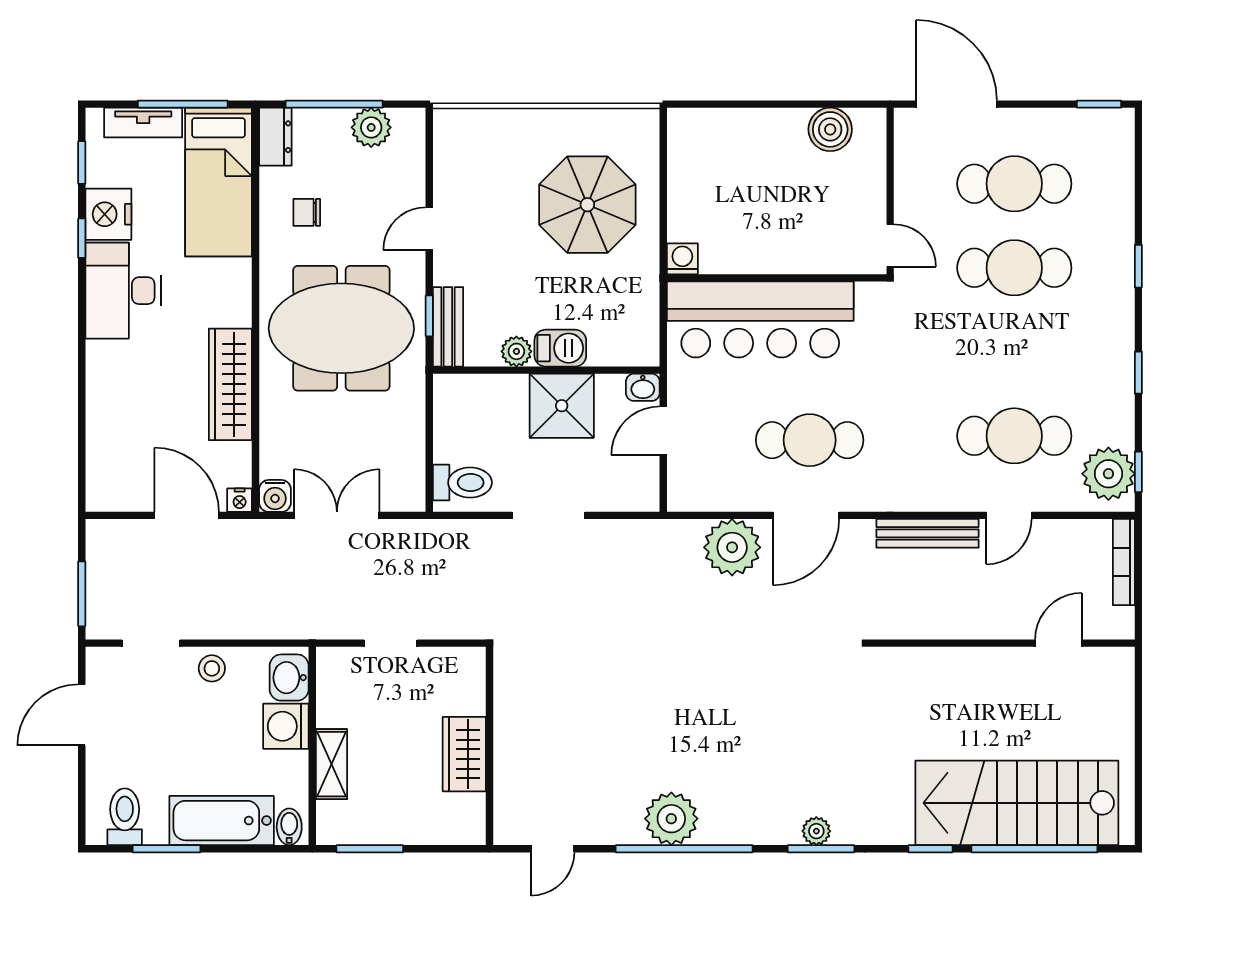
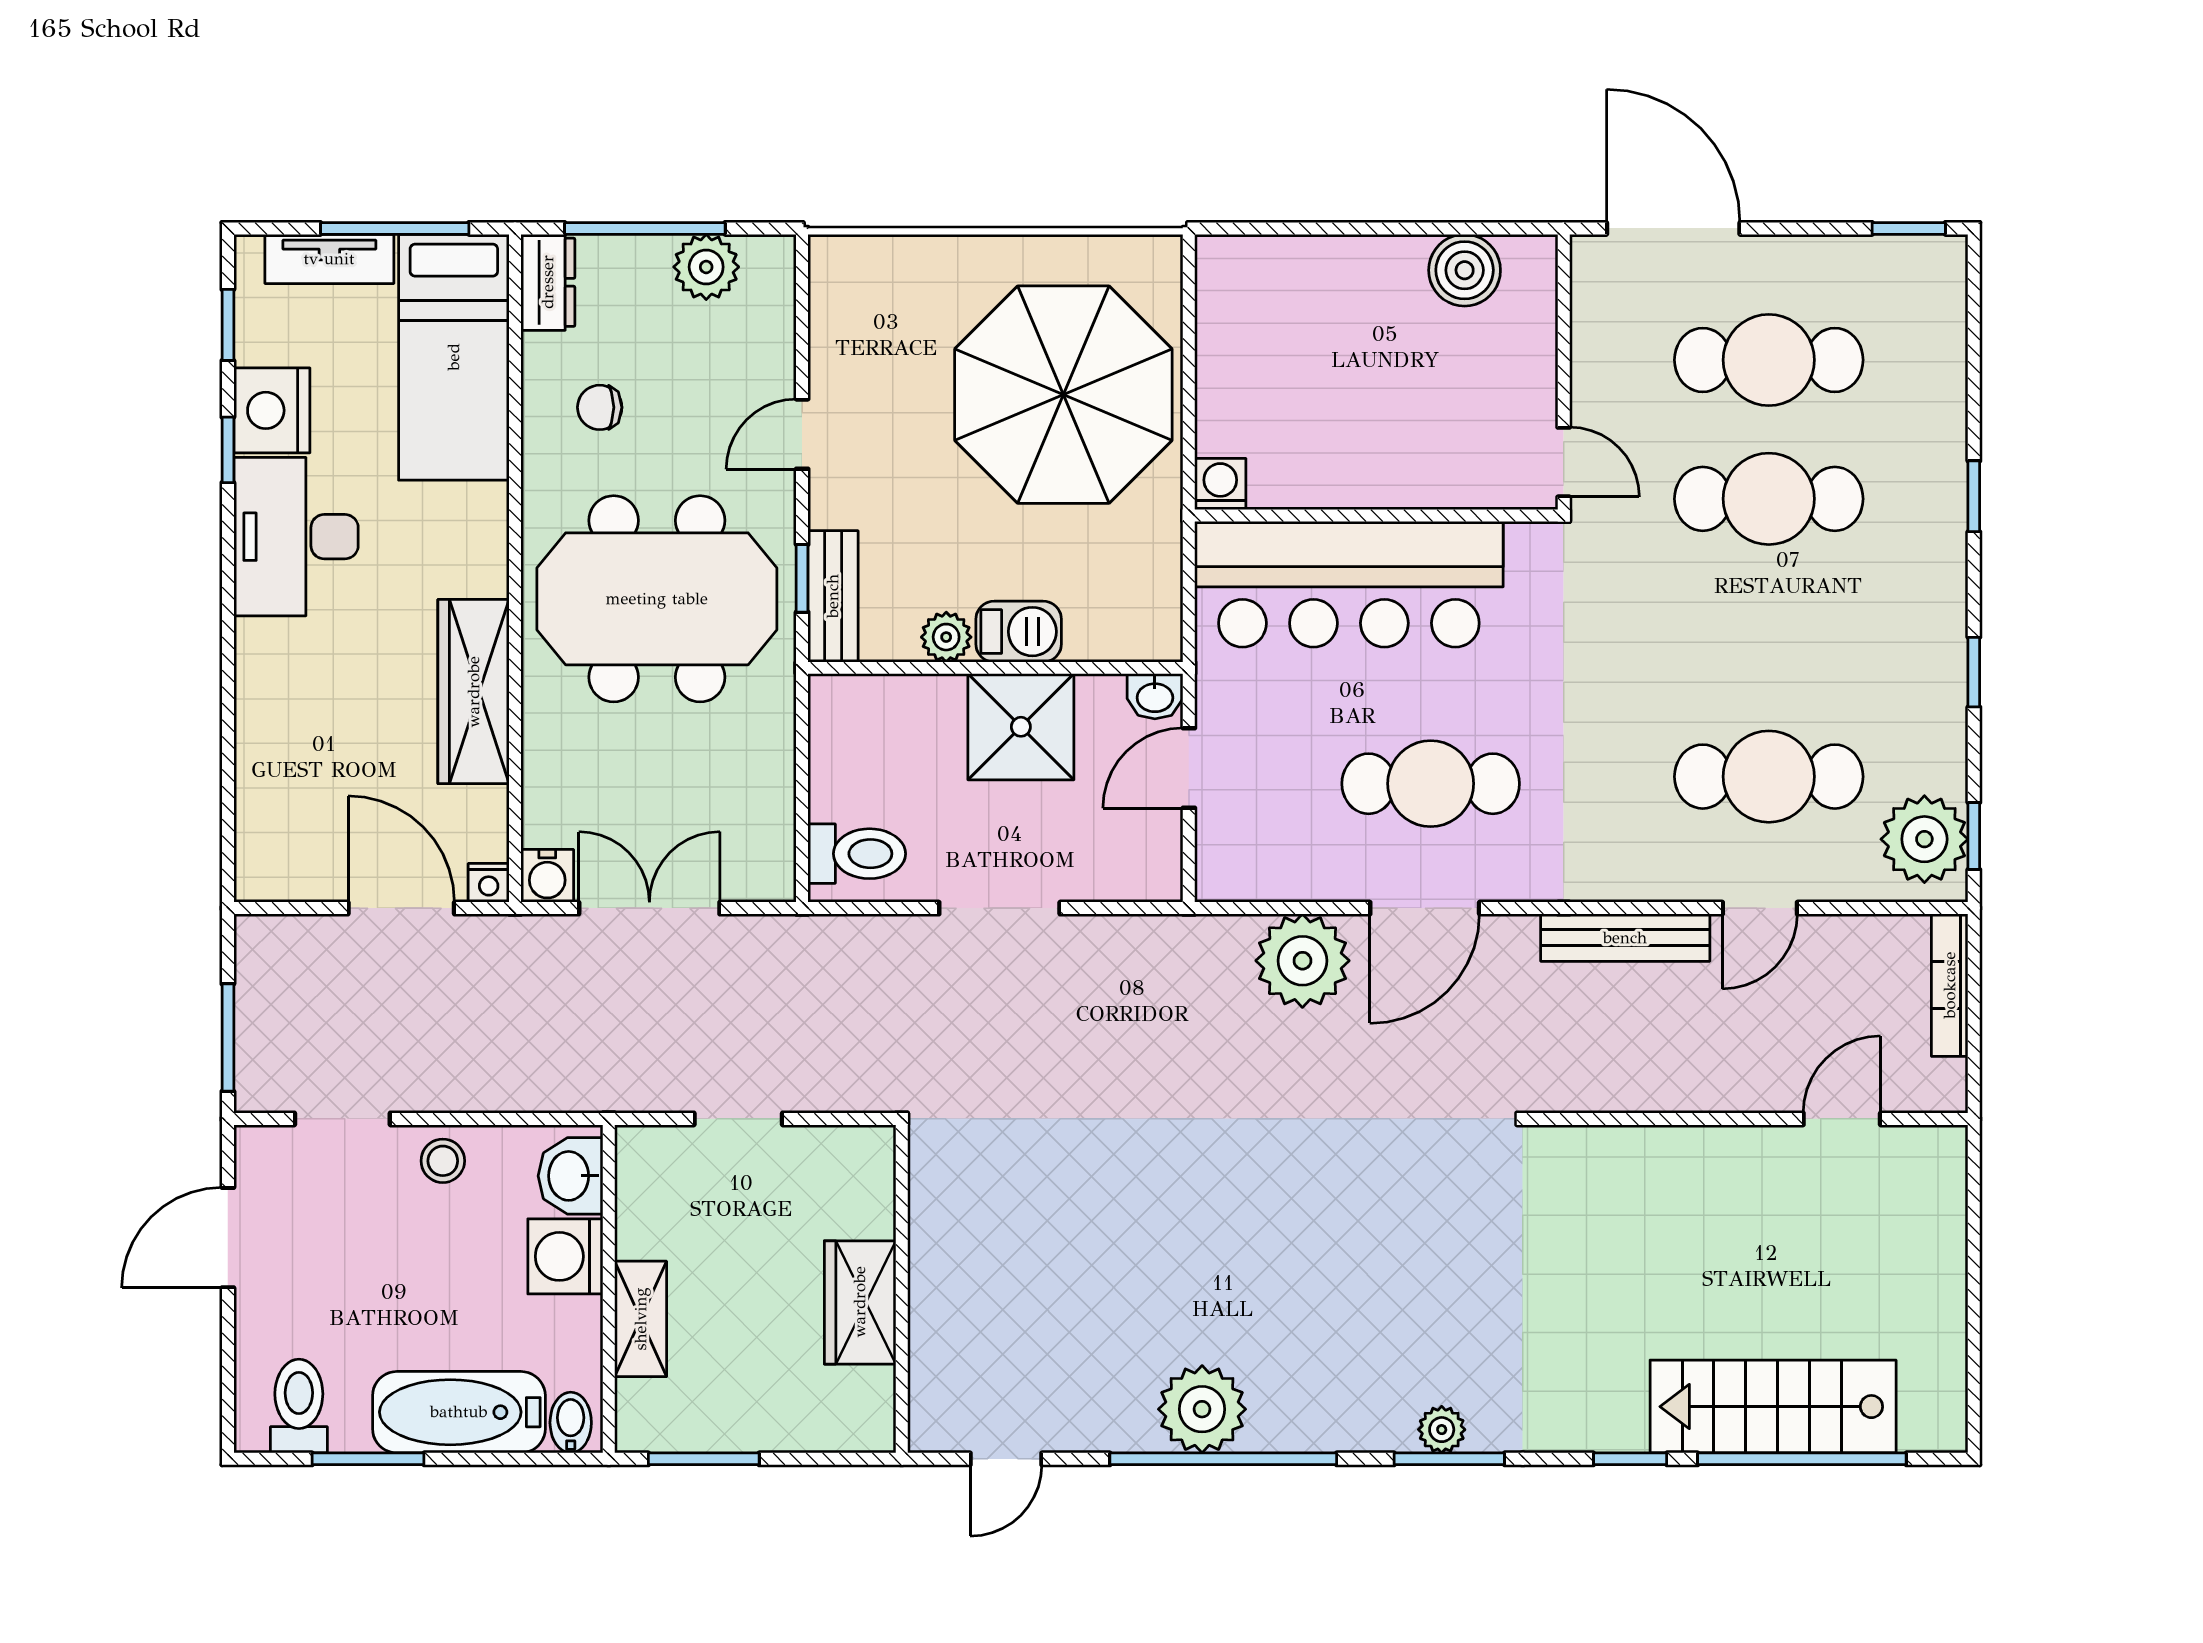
parasol: (587, 205) -> (1063, 395), width x1.36, depth x1.36
stairs: (1017, 803) -> (1773, 1407), width x0.73, depth x0.66

